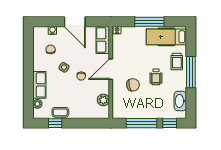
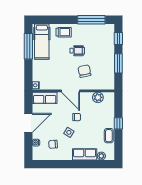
window: (149, 22) -> (28, 46), moved
window: (191, 72) -> (91, 20), moved
washbasin: (180, 101) -> (99, 29), removed
window: (55, 123) -> (118, 123), moved
window: (142, 123) -> (118, 63), width x0.69

